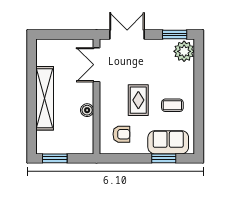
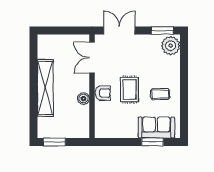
armchair: (121, 134) -> (103, 93), moved

